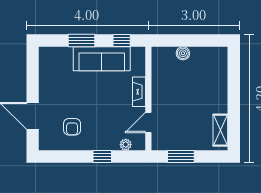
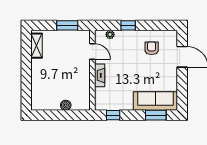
window: (81, 41) -> (156, 115), moved
sofa: (102, 59) -> (155, 101), moved
door: (148, 123) -> (92, 52), hinge flipped

